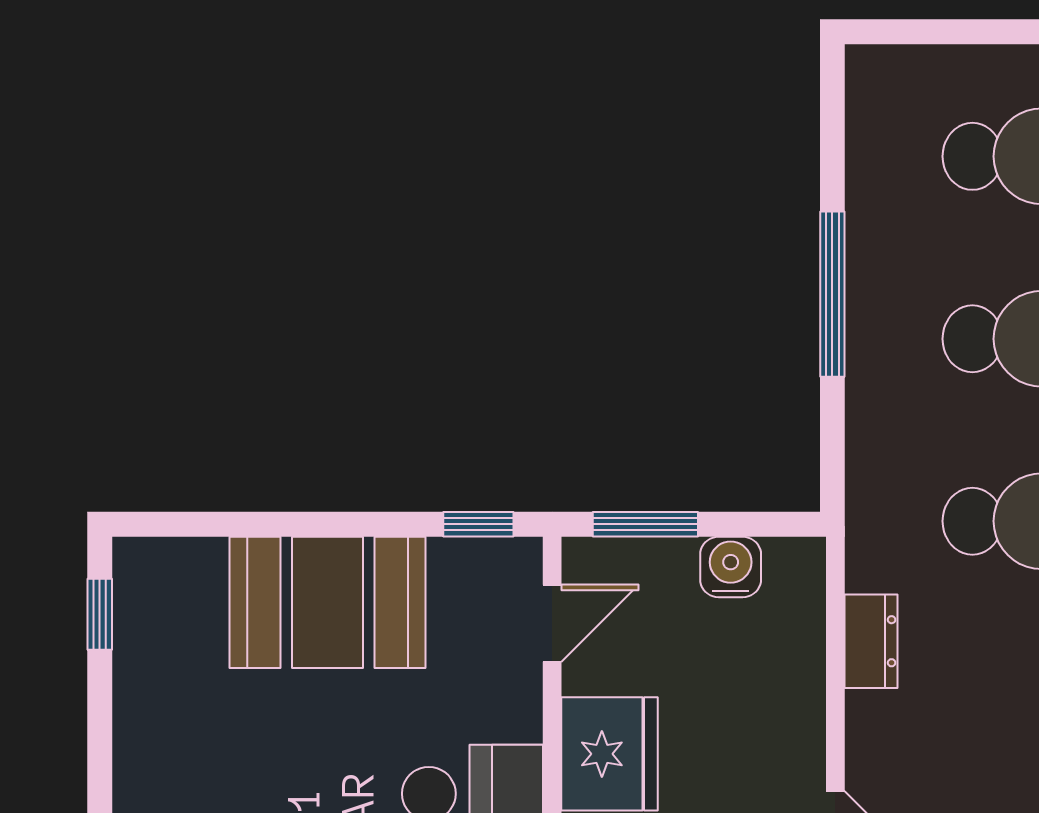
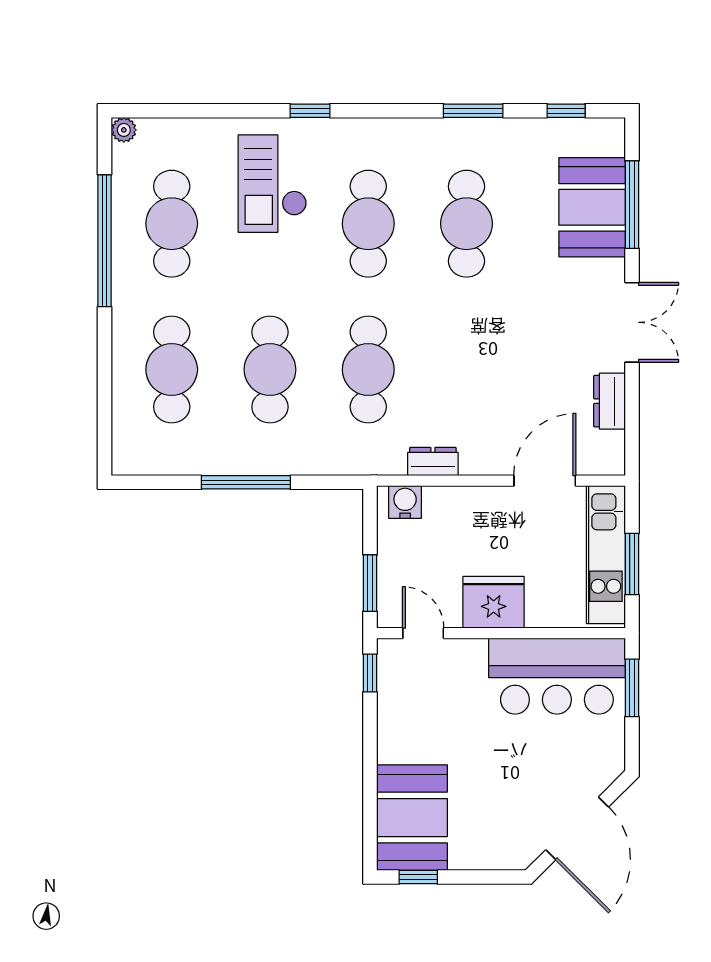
water cooler: (731, 567) -> (405, 502), moved, turned 90
booth: (327, 602) -> (412, 818), moved

